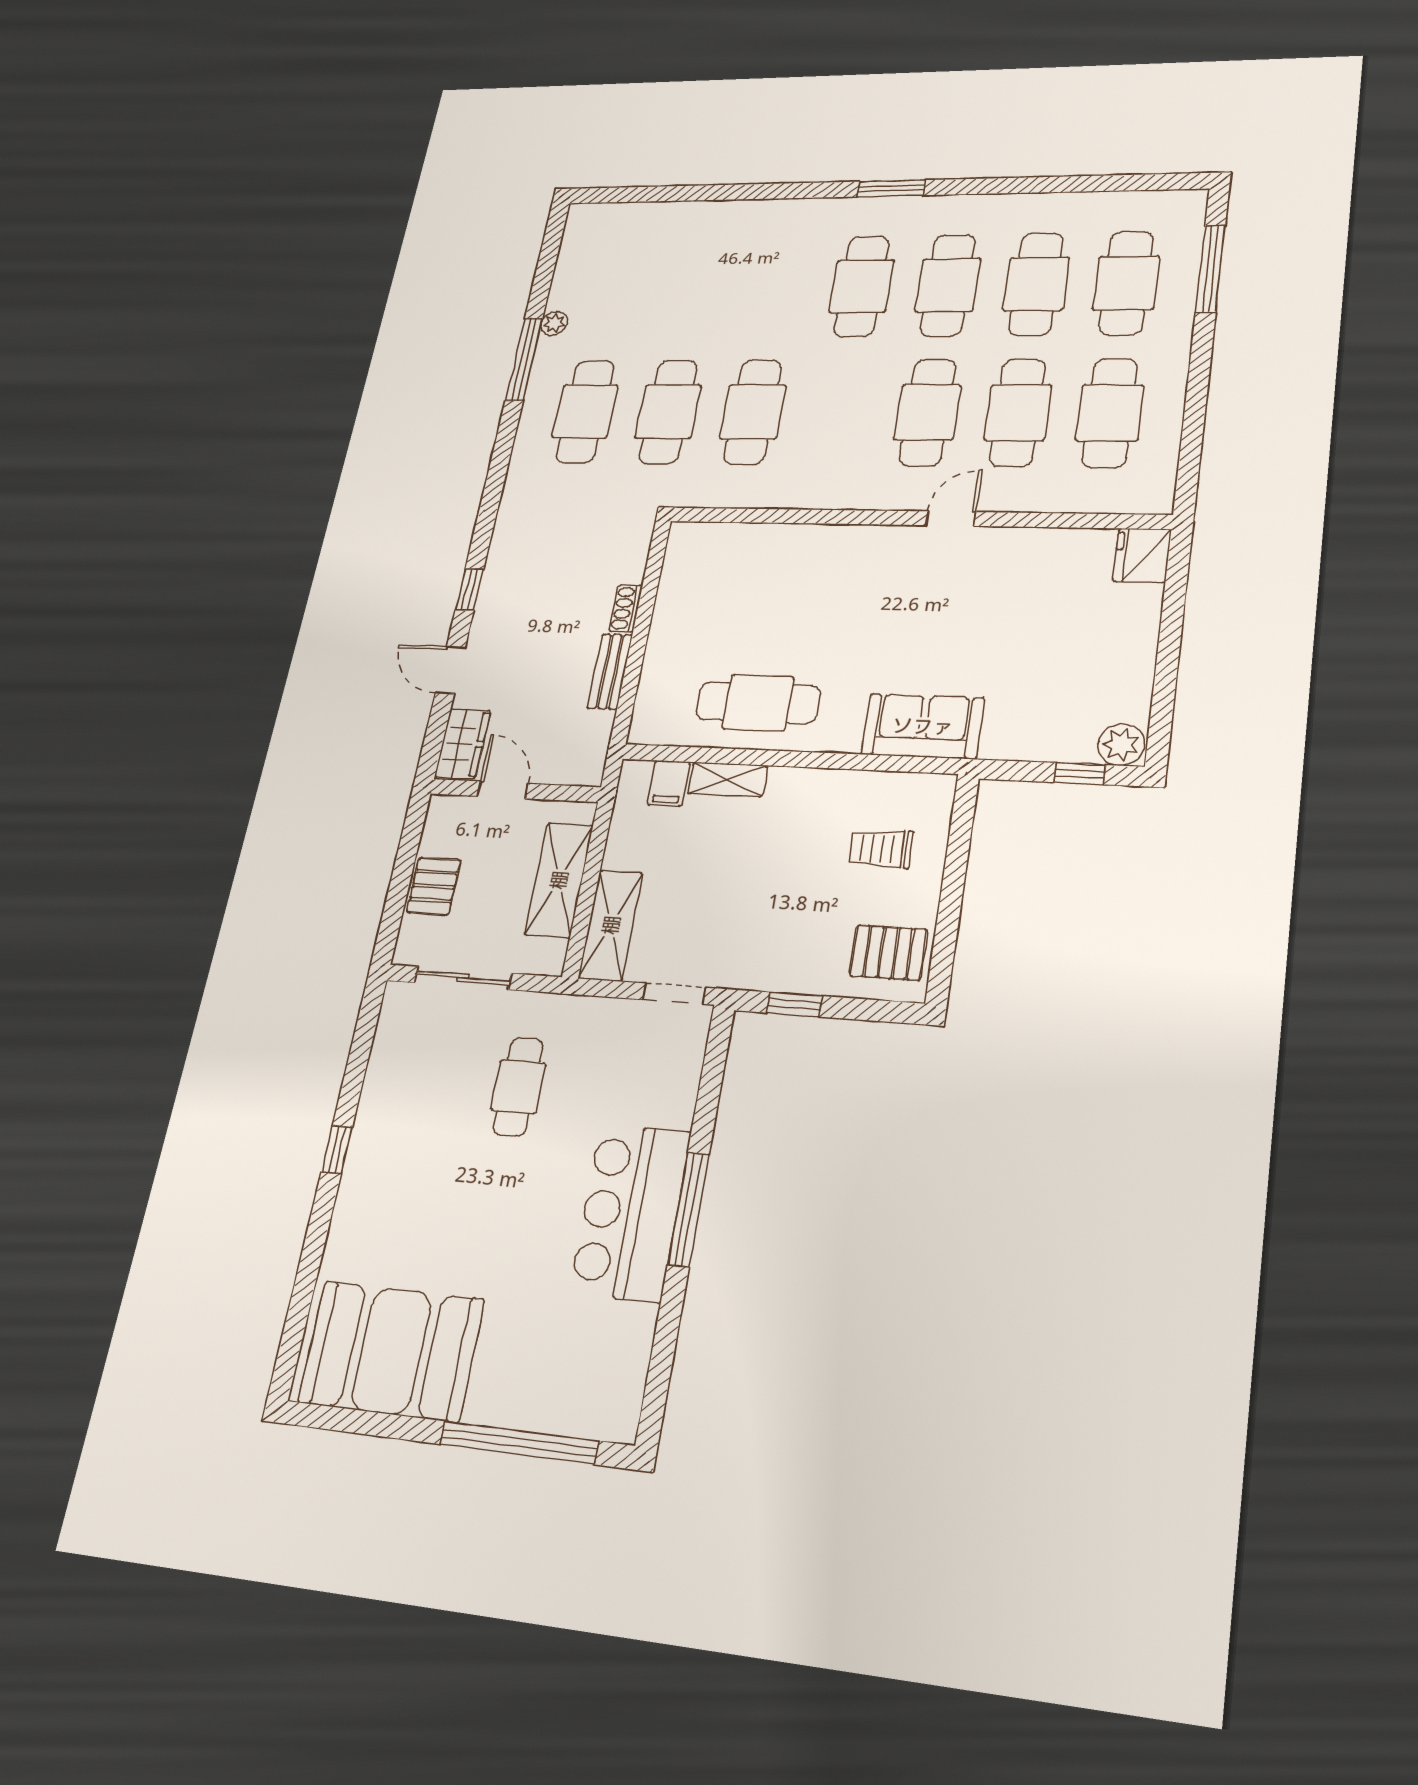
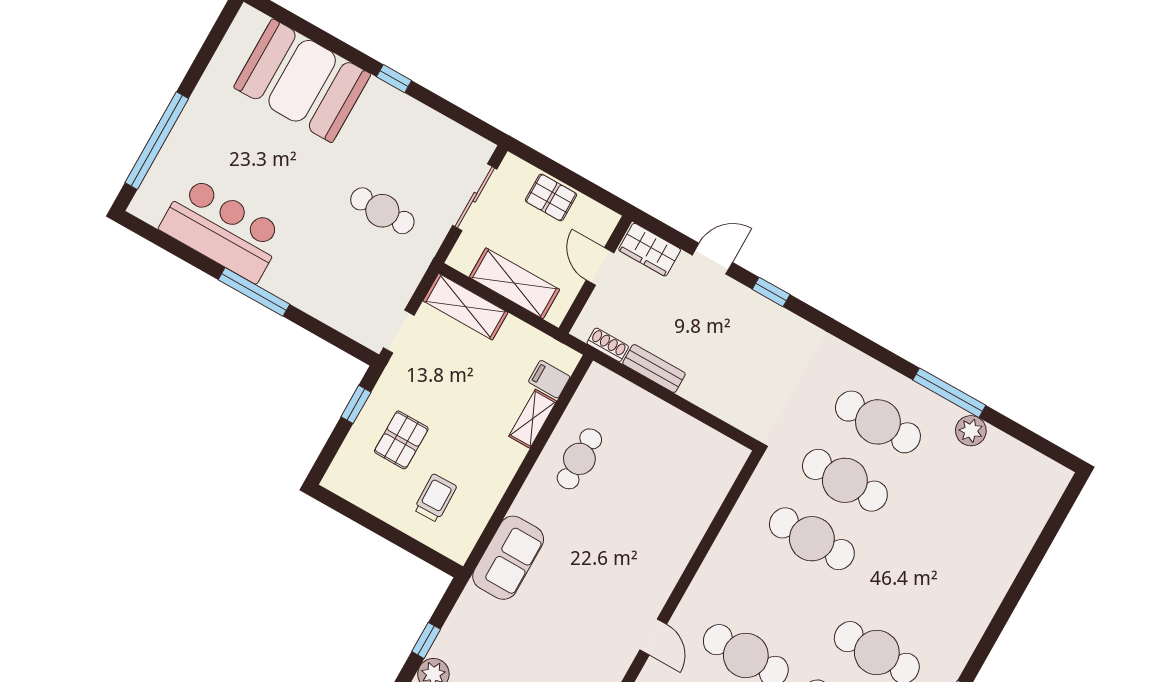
plant: (554, 323) -> (971, 431), width x1.38, depth x1.38
shoe rack: (626, 608) -> (608, 345), moved
cafe table: (758, 703) -> (579, 459), width x0.73, depth x0.74
door: (503, 790) -> (600, 266), swing flipped
pallet: (888, 953) -> (401, 440), moved
bar counter: (630, 1212) -> (222, 230), moved
booth: (391, 1351) -> (302, 81), moved, turned 90

